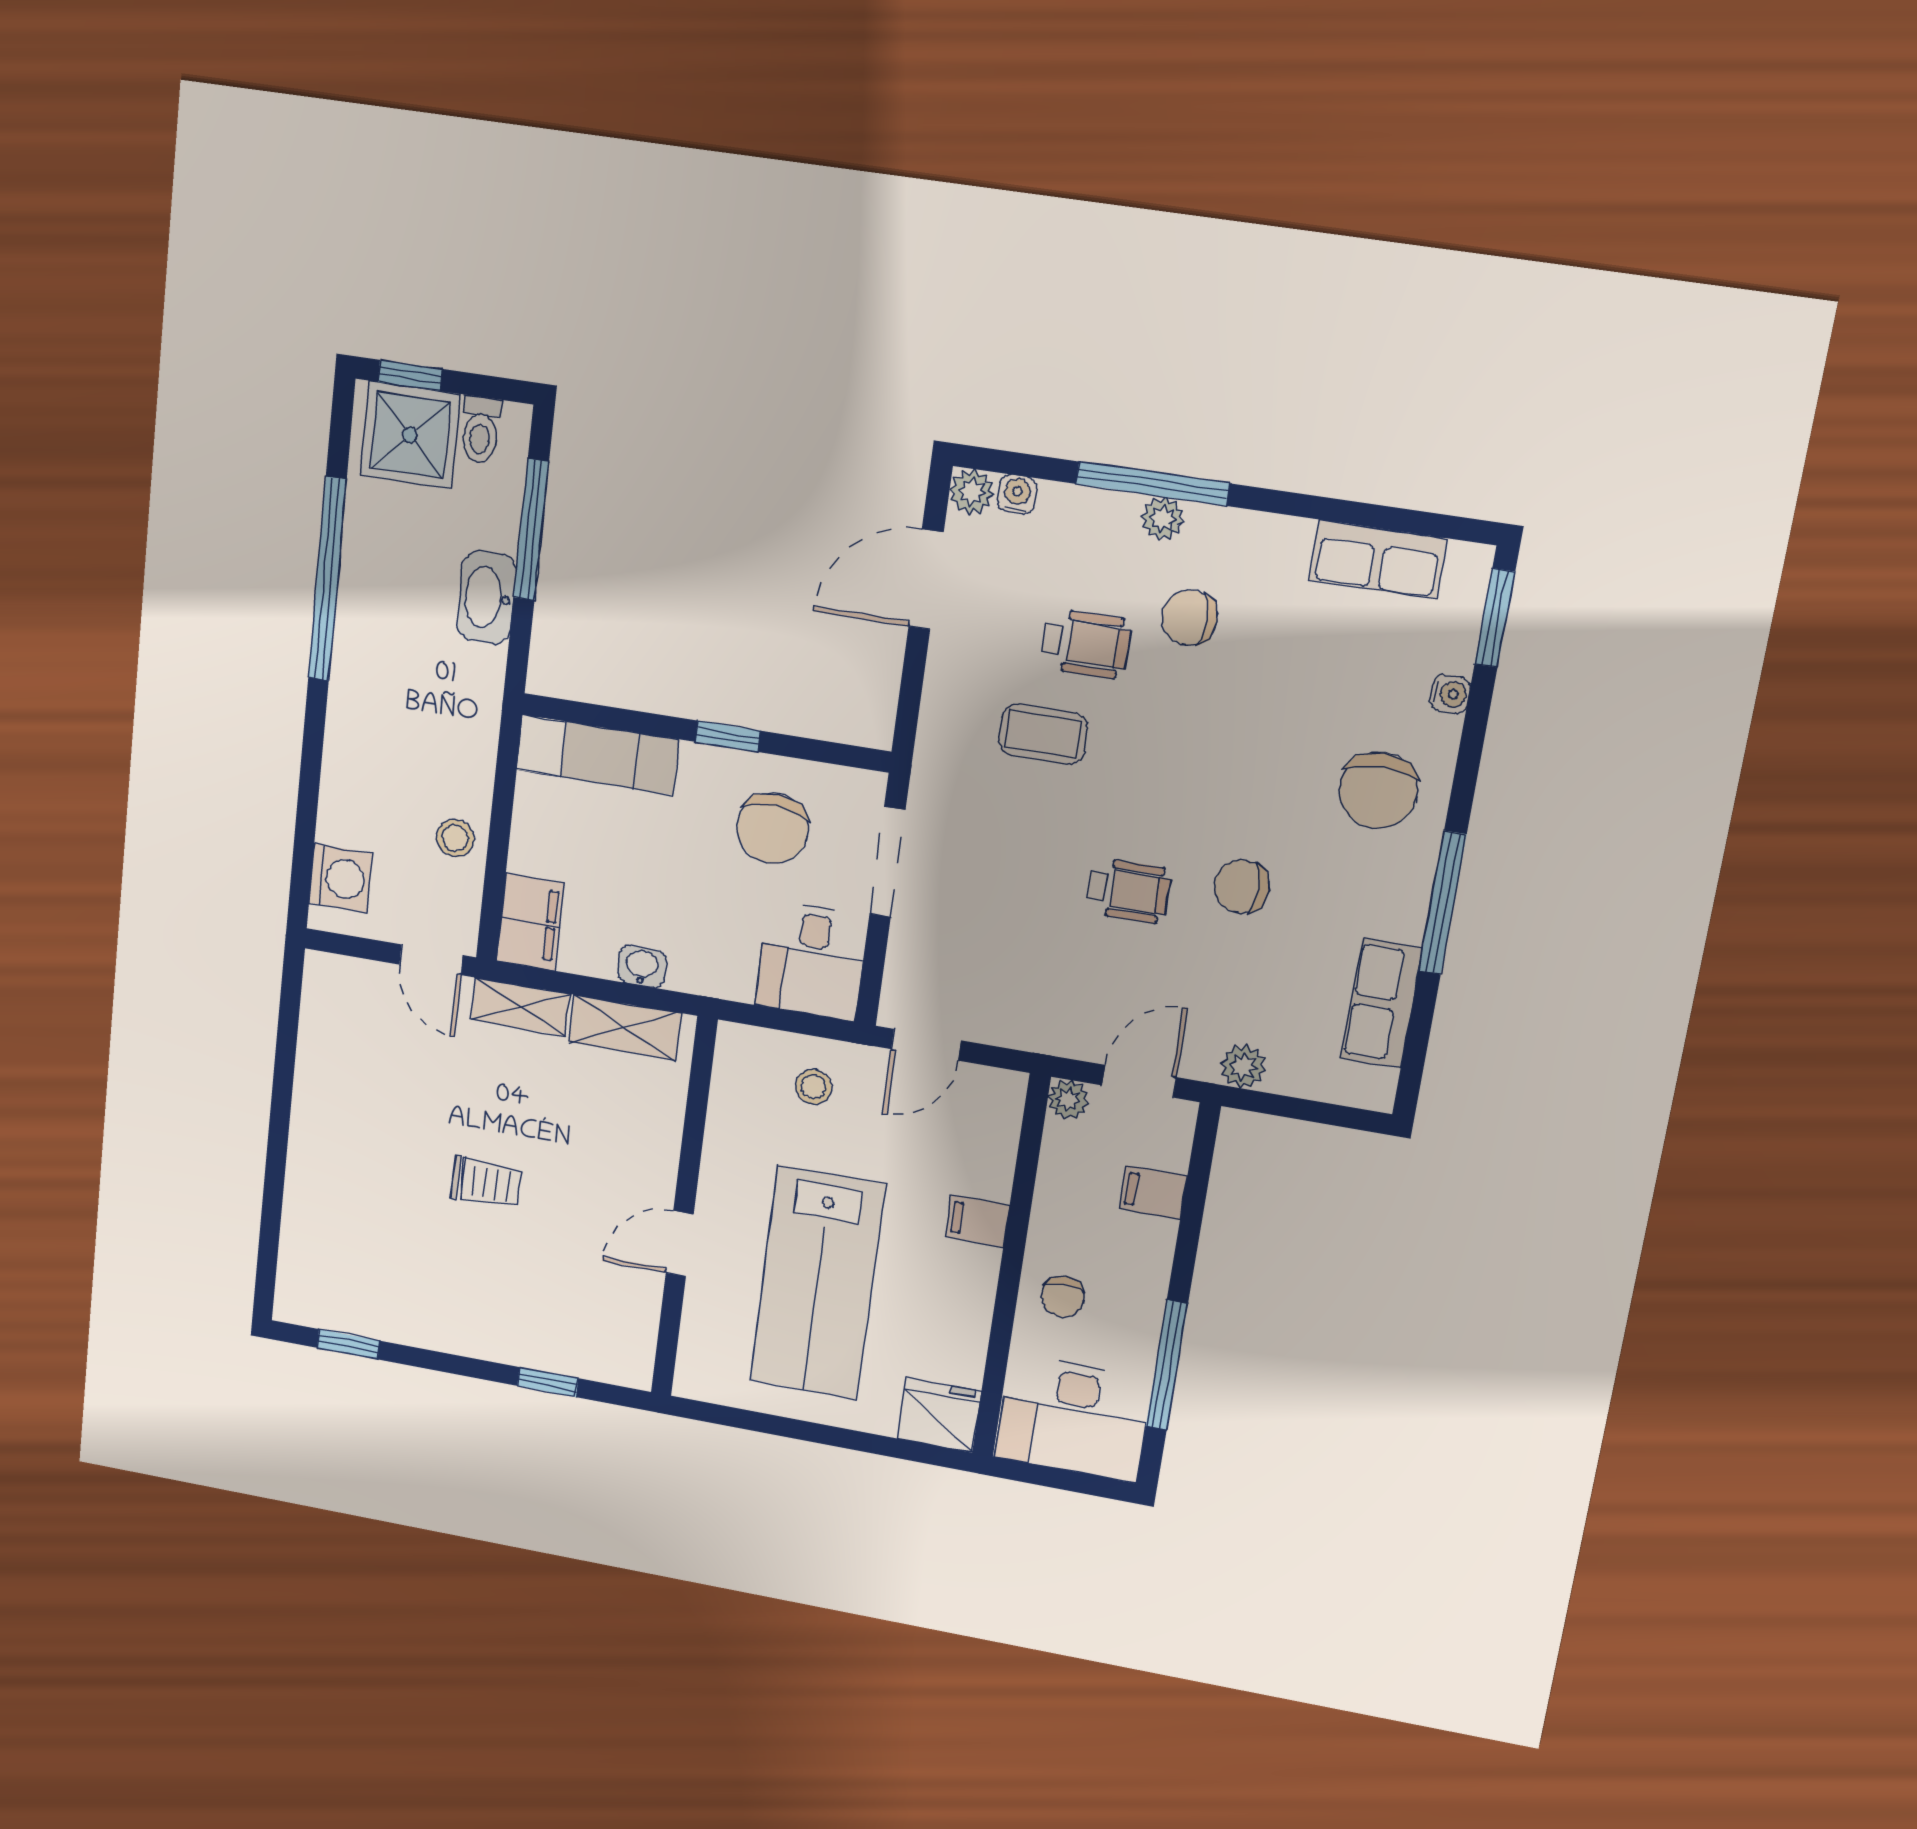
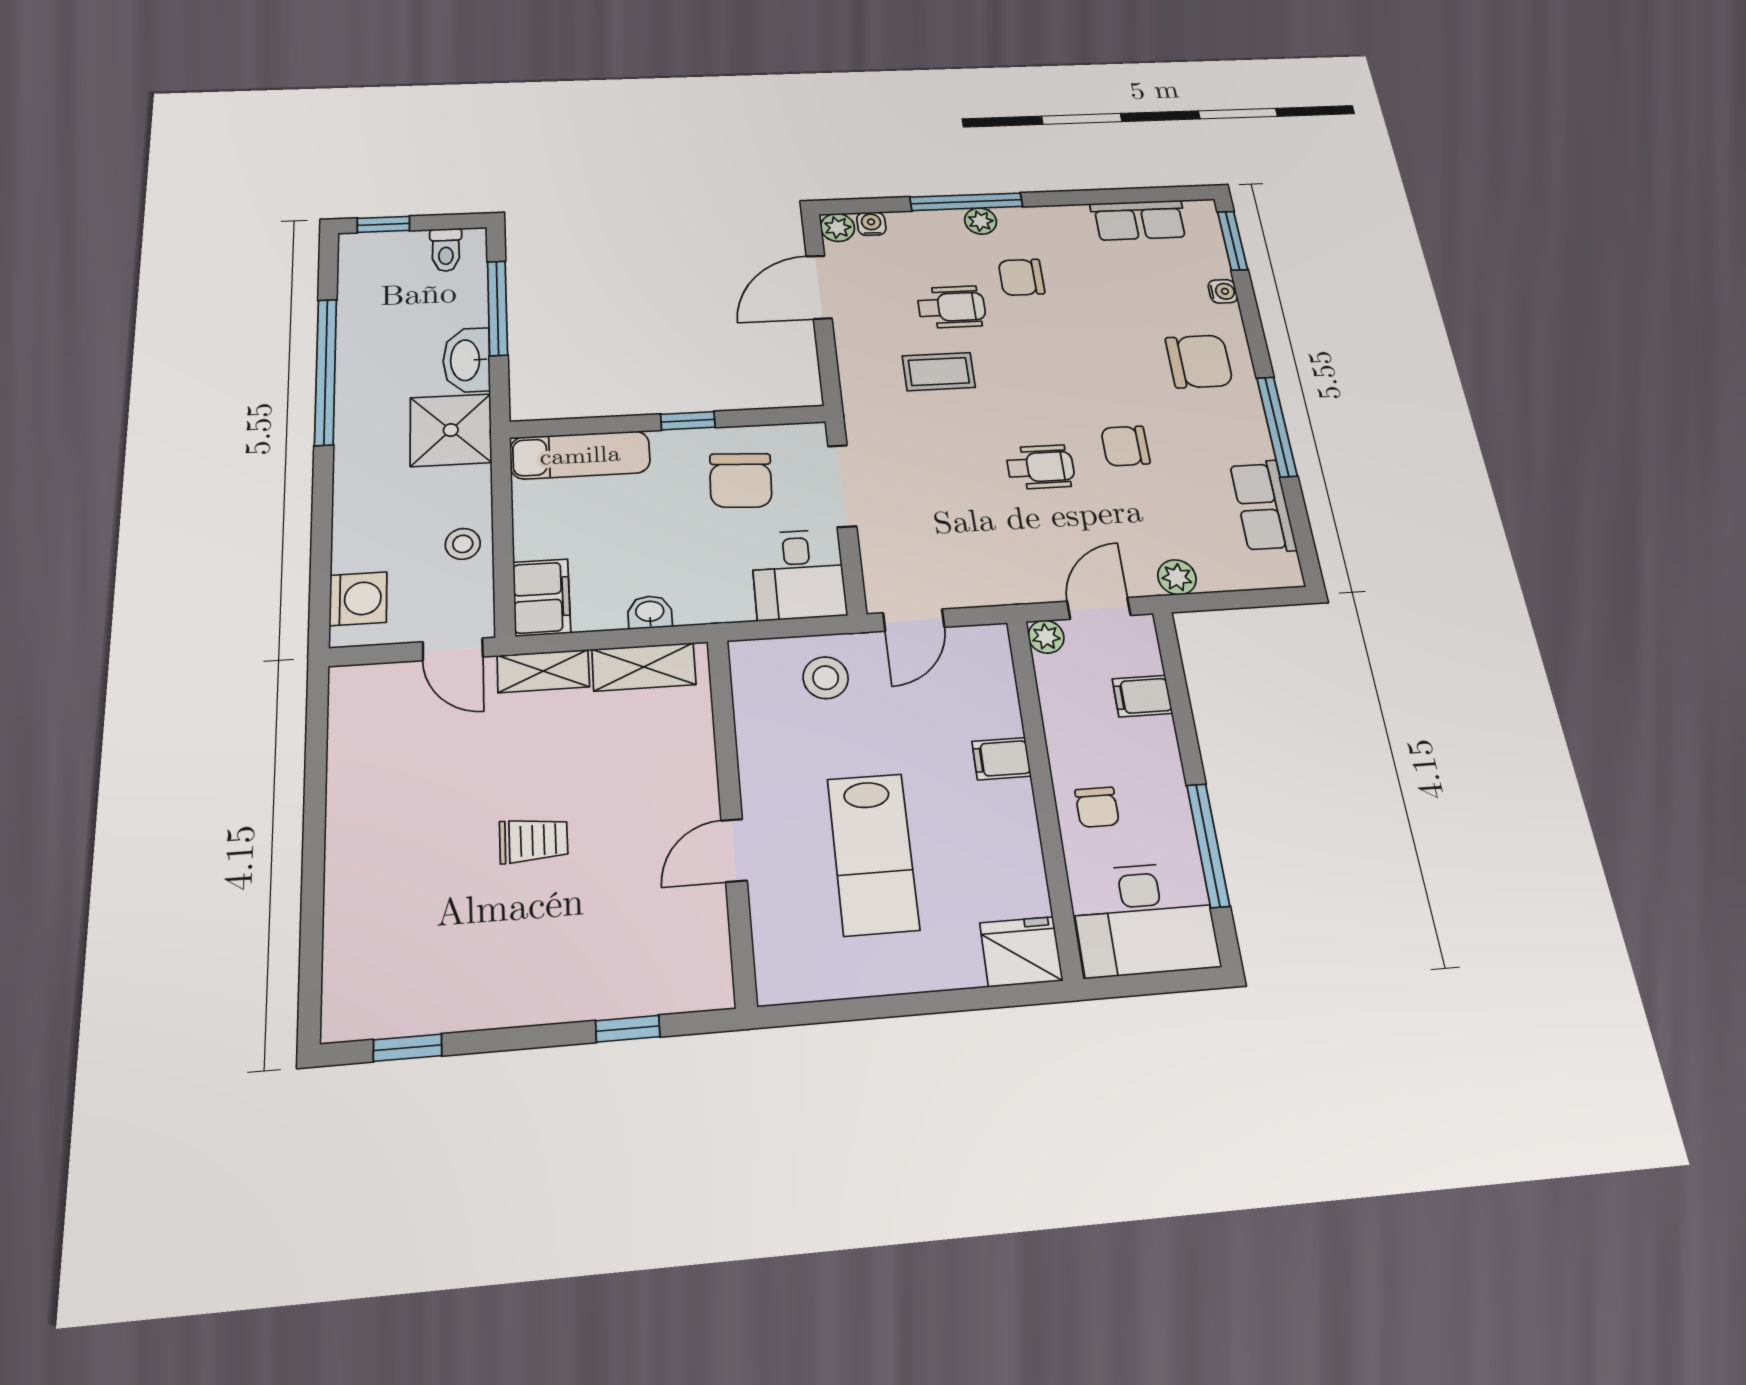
shower: (410, 435) -> (451, 430), moved
chair: (1378, 790) -> (1199, 361), turned -90
stool: (814, 1087) -> (826, 678), width x1.37, depth x1.37
lab bench: (817, 1283) -> (873, 854), width x0.73, depth x0.72

